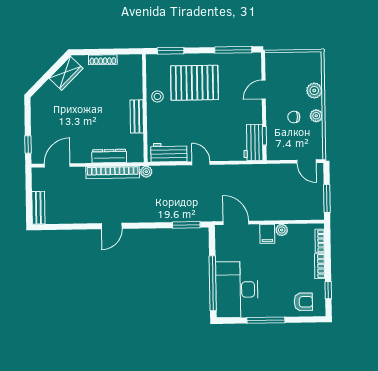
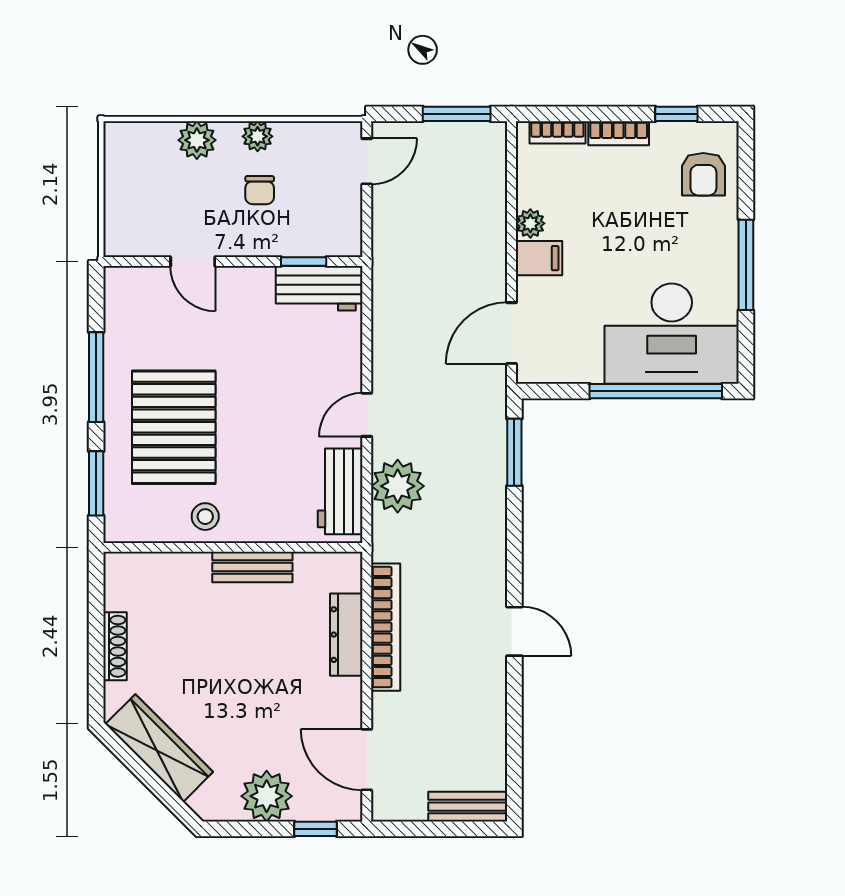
window: (233, 50) -> (96, 377), moved
wardrobe: (66, 73) -> (159, 748), width x1.50
plant: (41, 124) -> (267, 796), added
plant: (146, 172) -> (398, 486), moved, width x1.88, depth x1.88
armchair: (303, 302) -> (703, 174), turned 180

